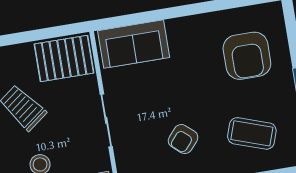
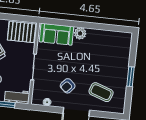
plant: (179, 30) -> (80, 33), added
armchair: (247, 56) -> (109, 55), removed

